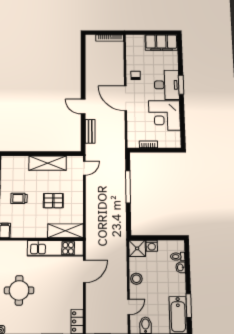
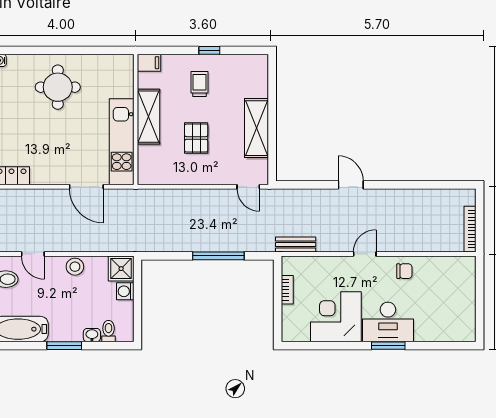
filing cabinet: (161, 43) -> (462, 315), removed
door: (126, 98) -> (365, 254), width x0.53
door: (83, 106) -> (351, 185), hinge flipped
bench: (90, 131) -> (296, 245), moved
shelving: (65, 231) -> (149, 117), moved
window: (189, 306) -> (64, 346), moved

